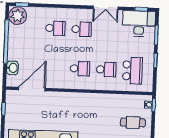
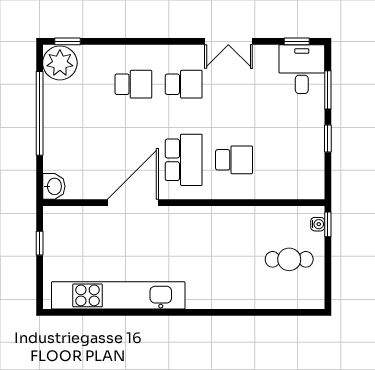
desk: (139, 24) -> (302, 69), width x0.73
washbasin: (12, 68) -> (54, 186), moved
school desk: (80, 69) -> (184, 160), width x1.85
school desk: (132, 71) -> (284, 160), removed
door: (32, 89) -> (133, 203), moved

